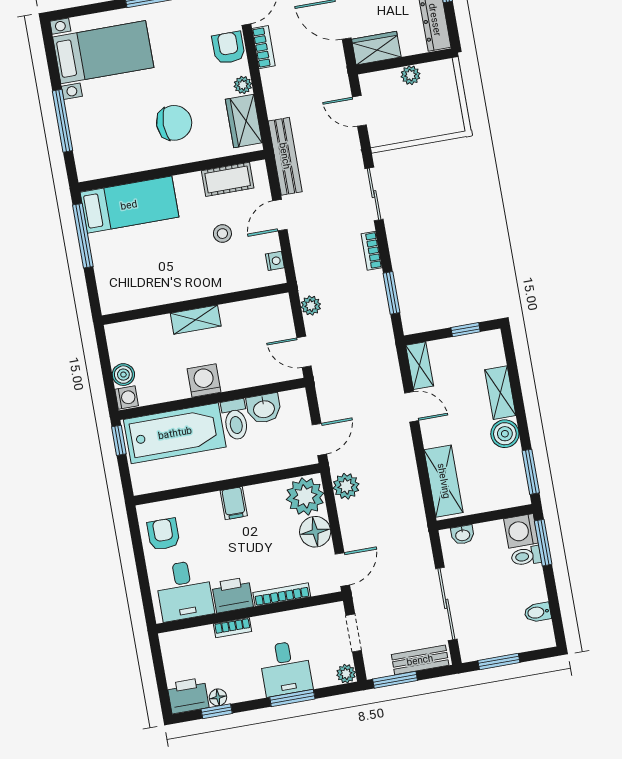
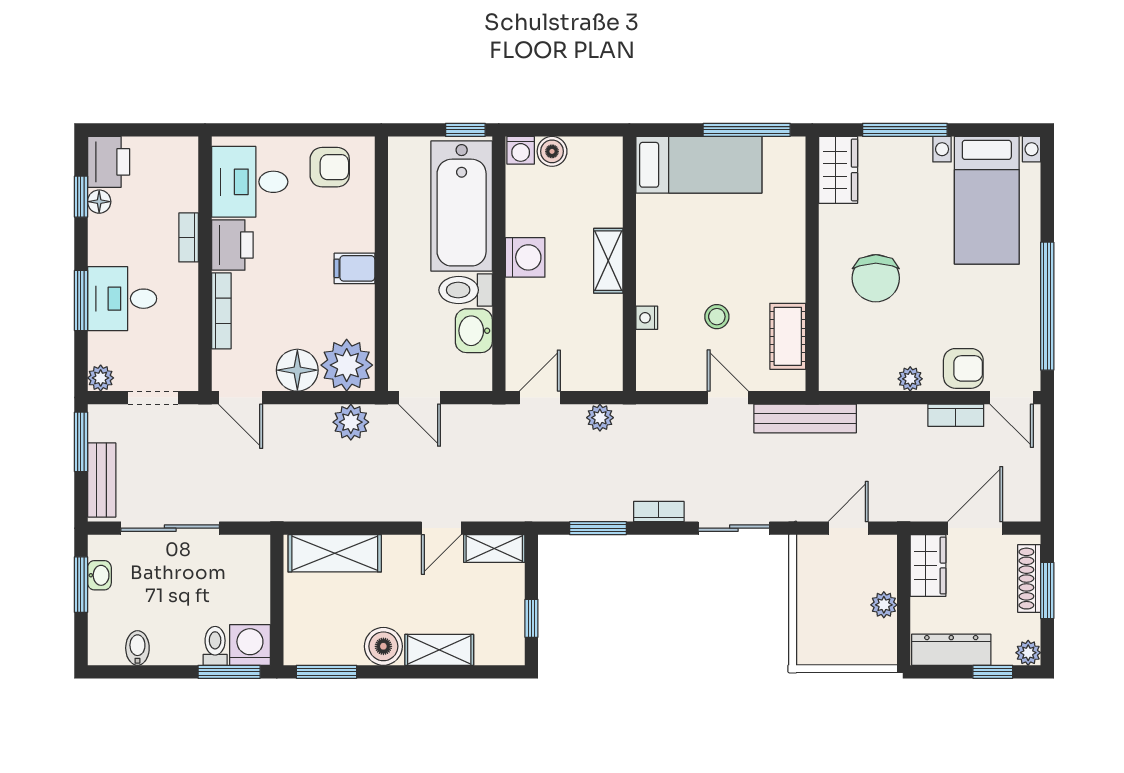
wardrobe: (244, 121) -> (838, 170), moved, turned 90
bed: (129, 205) -> (699, 165), moved, turned -90
nightstand: (275, 261) -> (647, 318), moved, turned 90
washbasin: (463, 535) -> (99, 575), moved, turned 180

